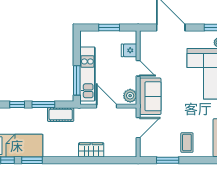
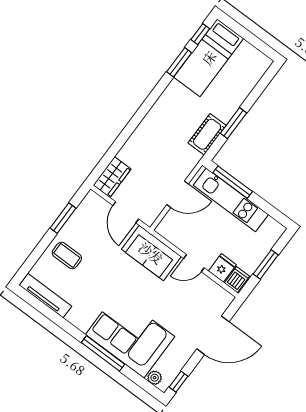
dishwasher: (130, 37) -> (237, 280), added
plant: (130, 96) -> (169, 230), removed
window: (17, 104) -> (256, 93), removed
wardrobe: (91, 150) -> (112, 177), moved

